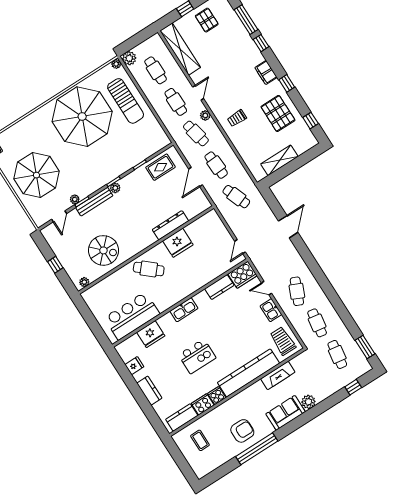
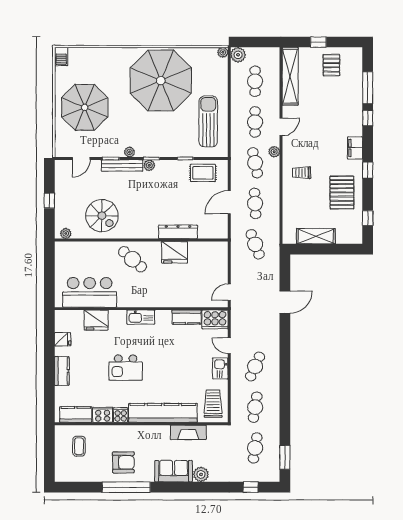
sun lounger: (126, 101) -> (208, 121), moved, turned 180
plant: (75, 199) -> (130, 152), moved

